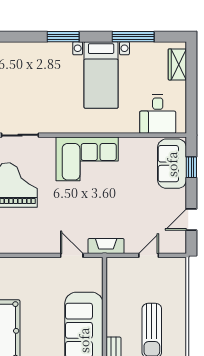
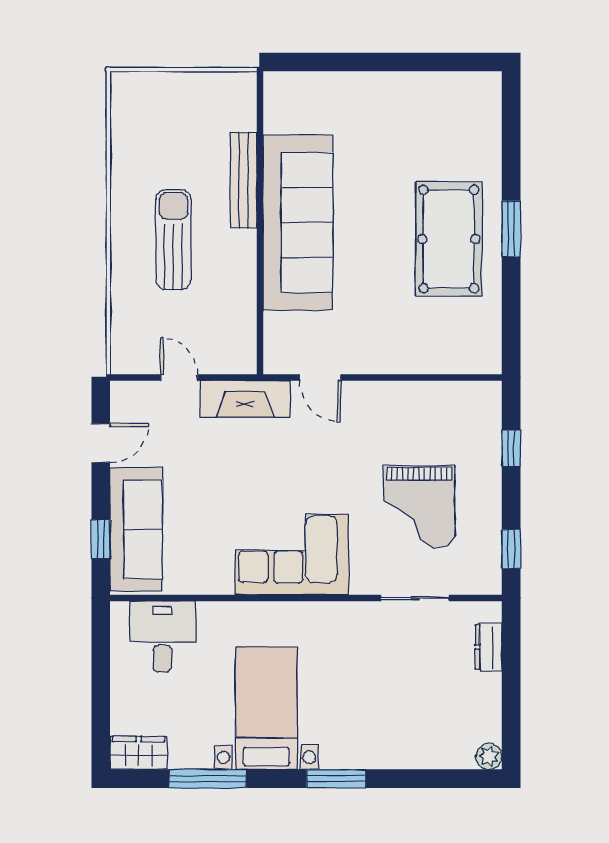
wardrobe: (177, 64) -> (139, 753), moved, turned -90
sofa: (172, 164) -> (136, 529), width x1.36
fireplace: (106, 246) -> (245, 399), width x1.37, depth x1.32
door: (149, 255) -> (179, 377), swing flipped

